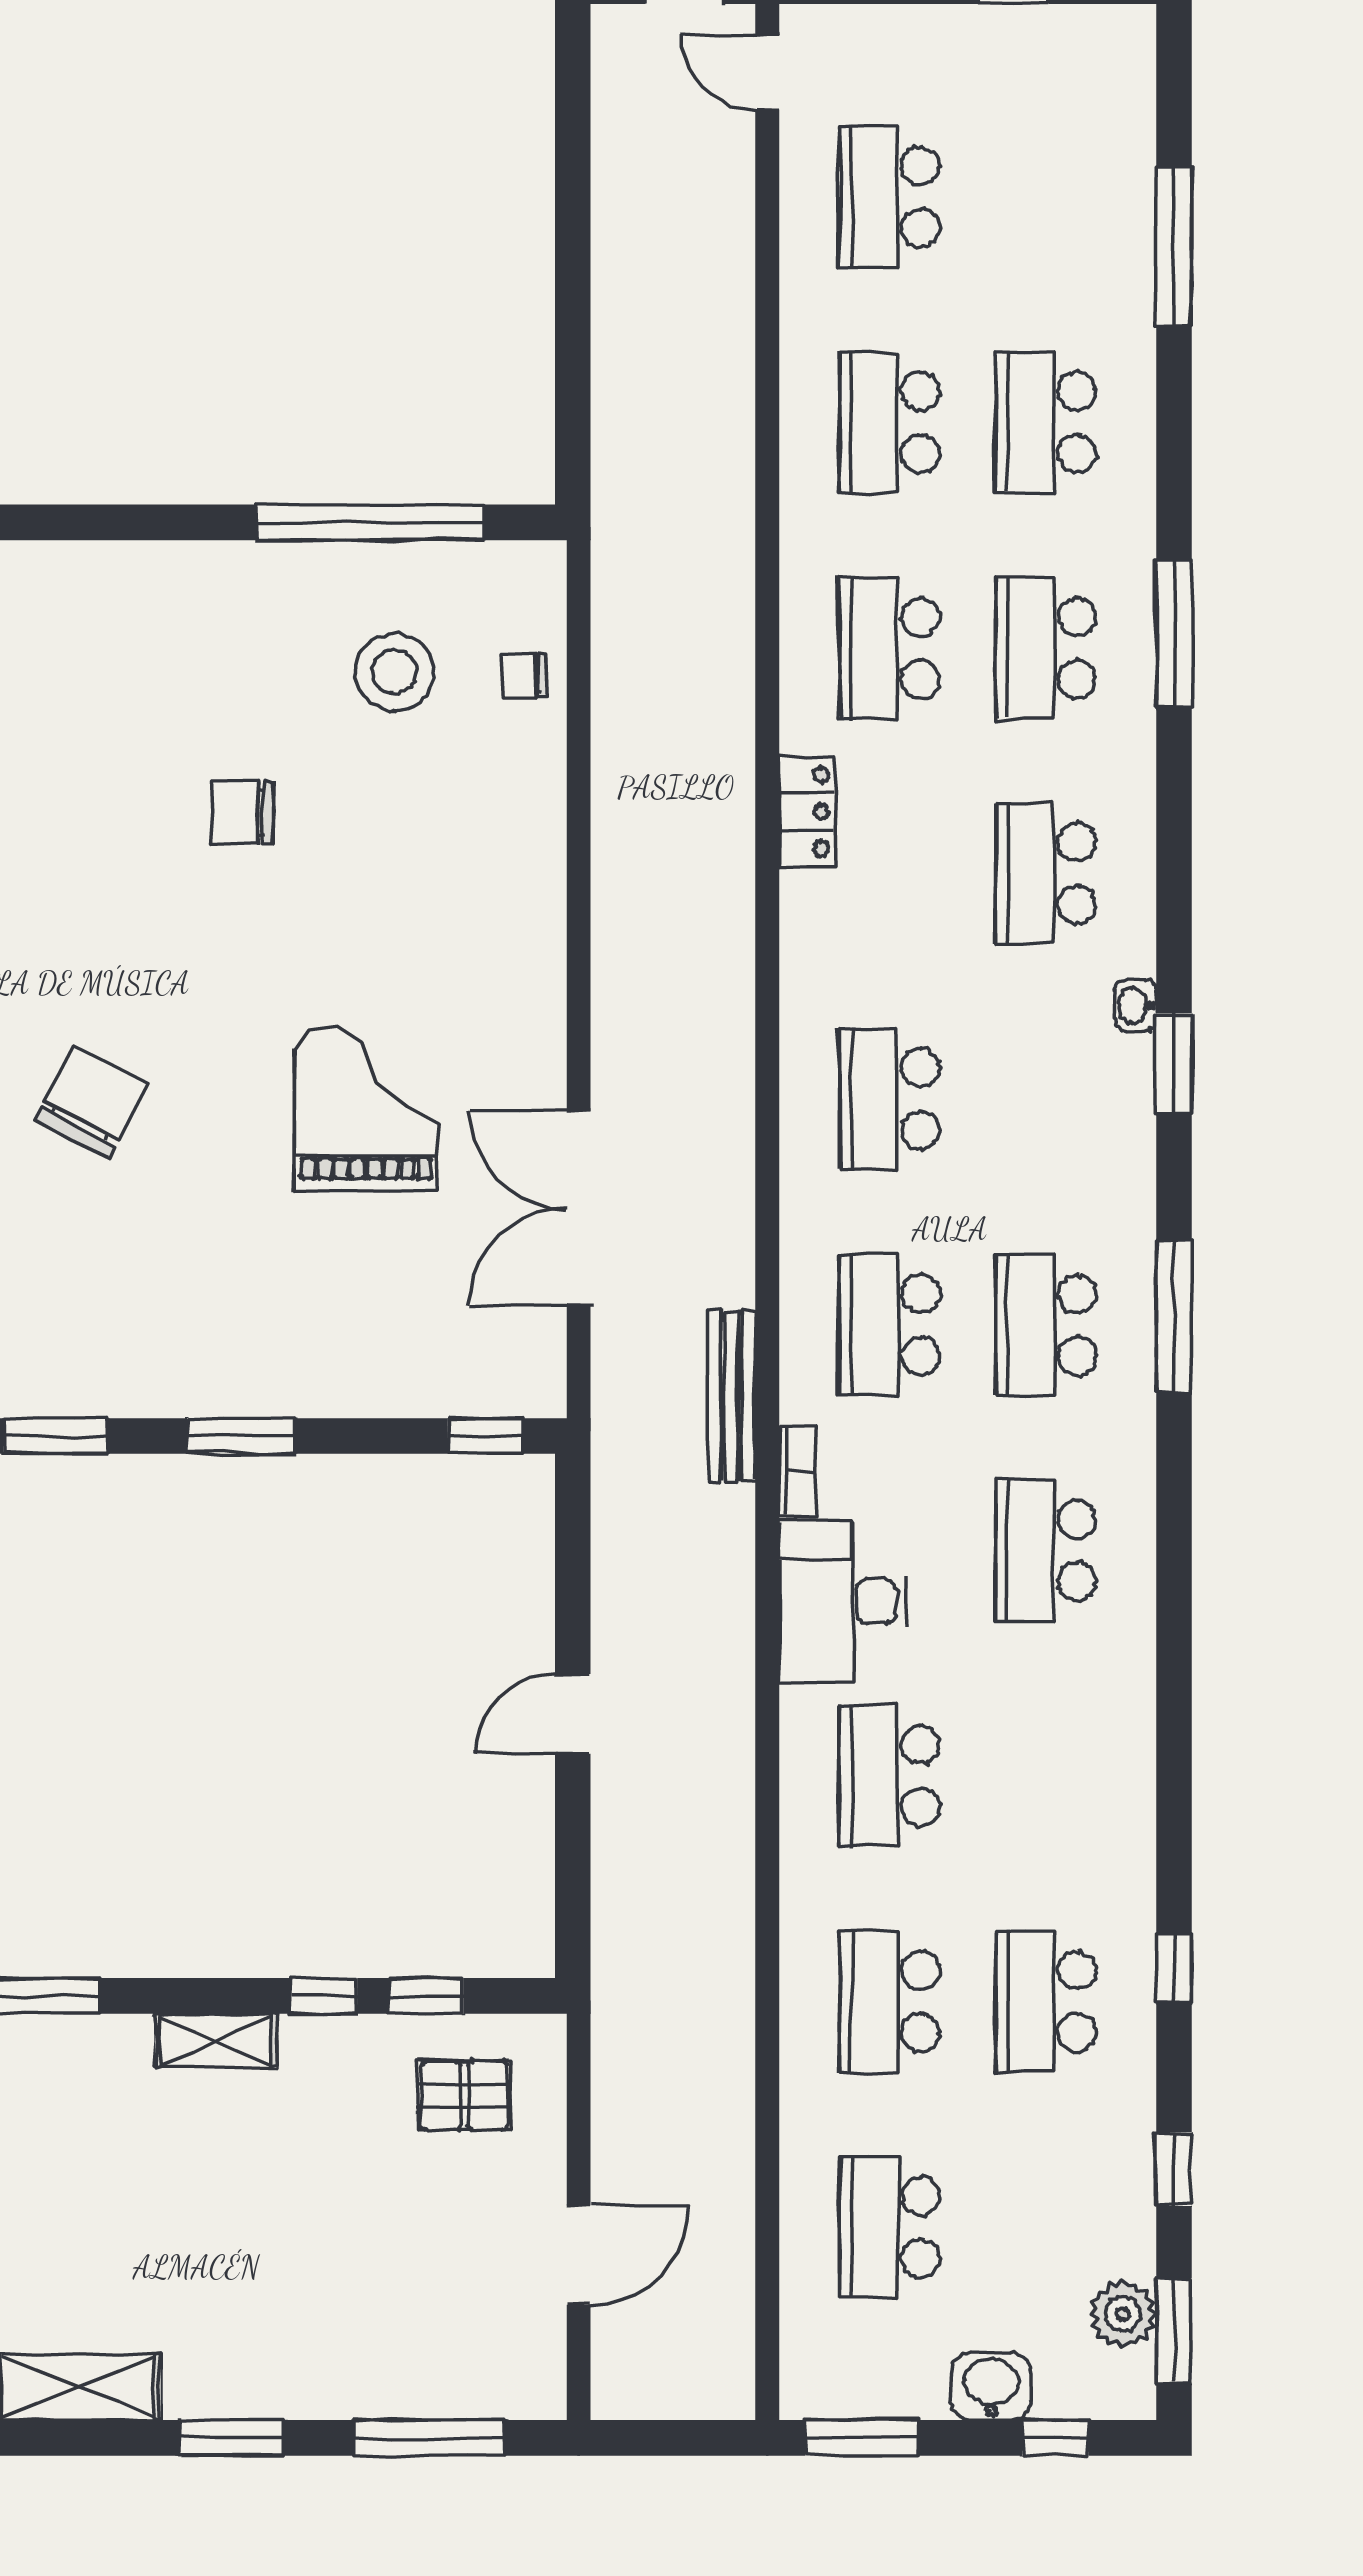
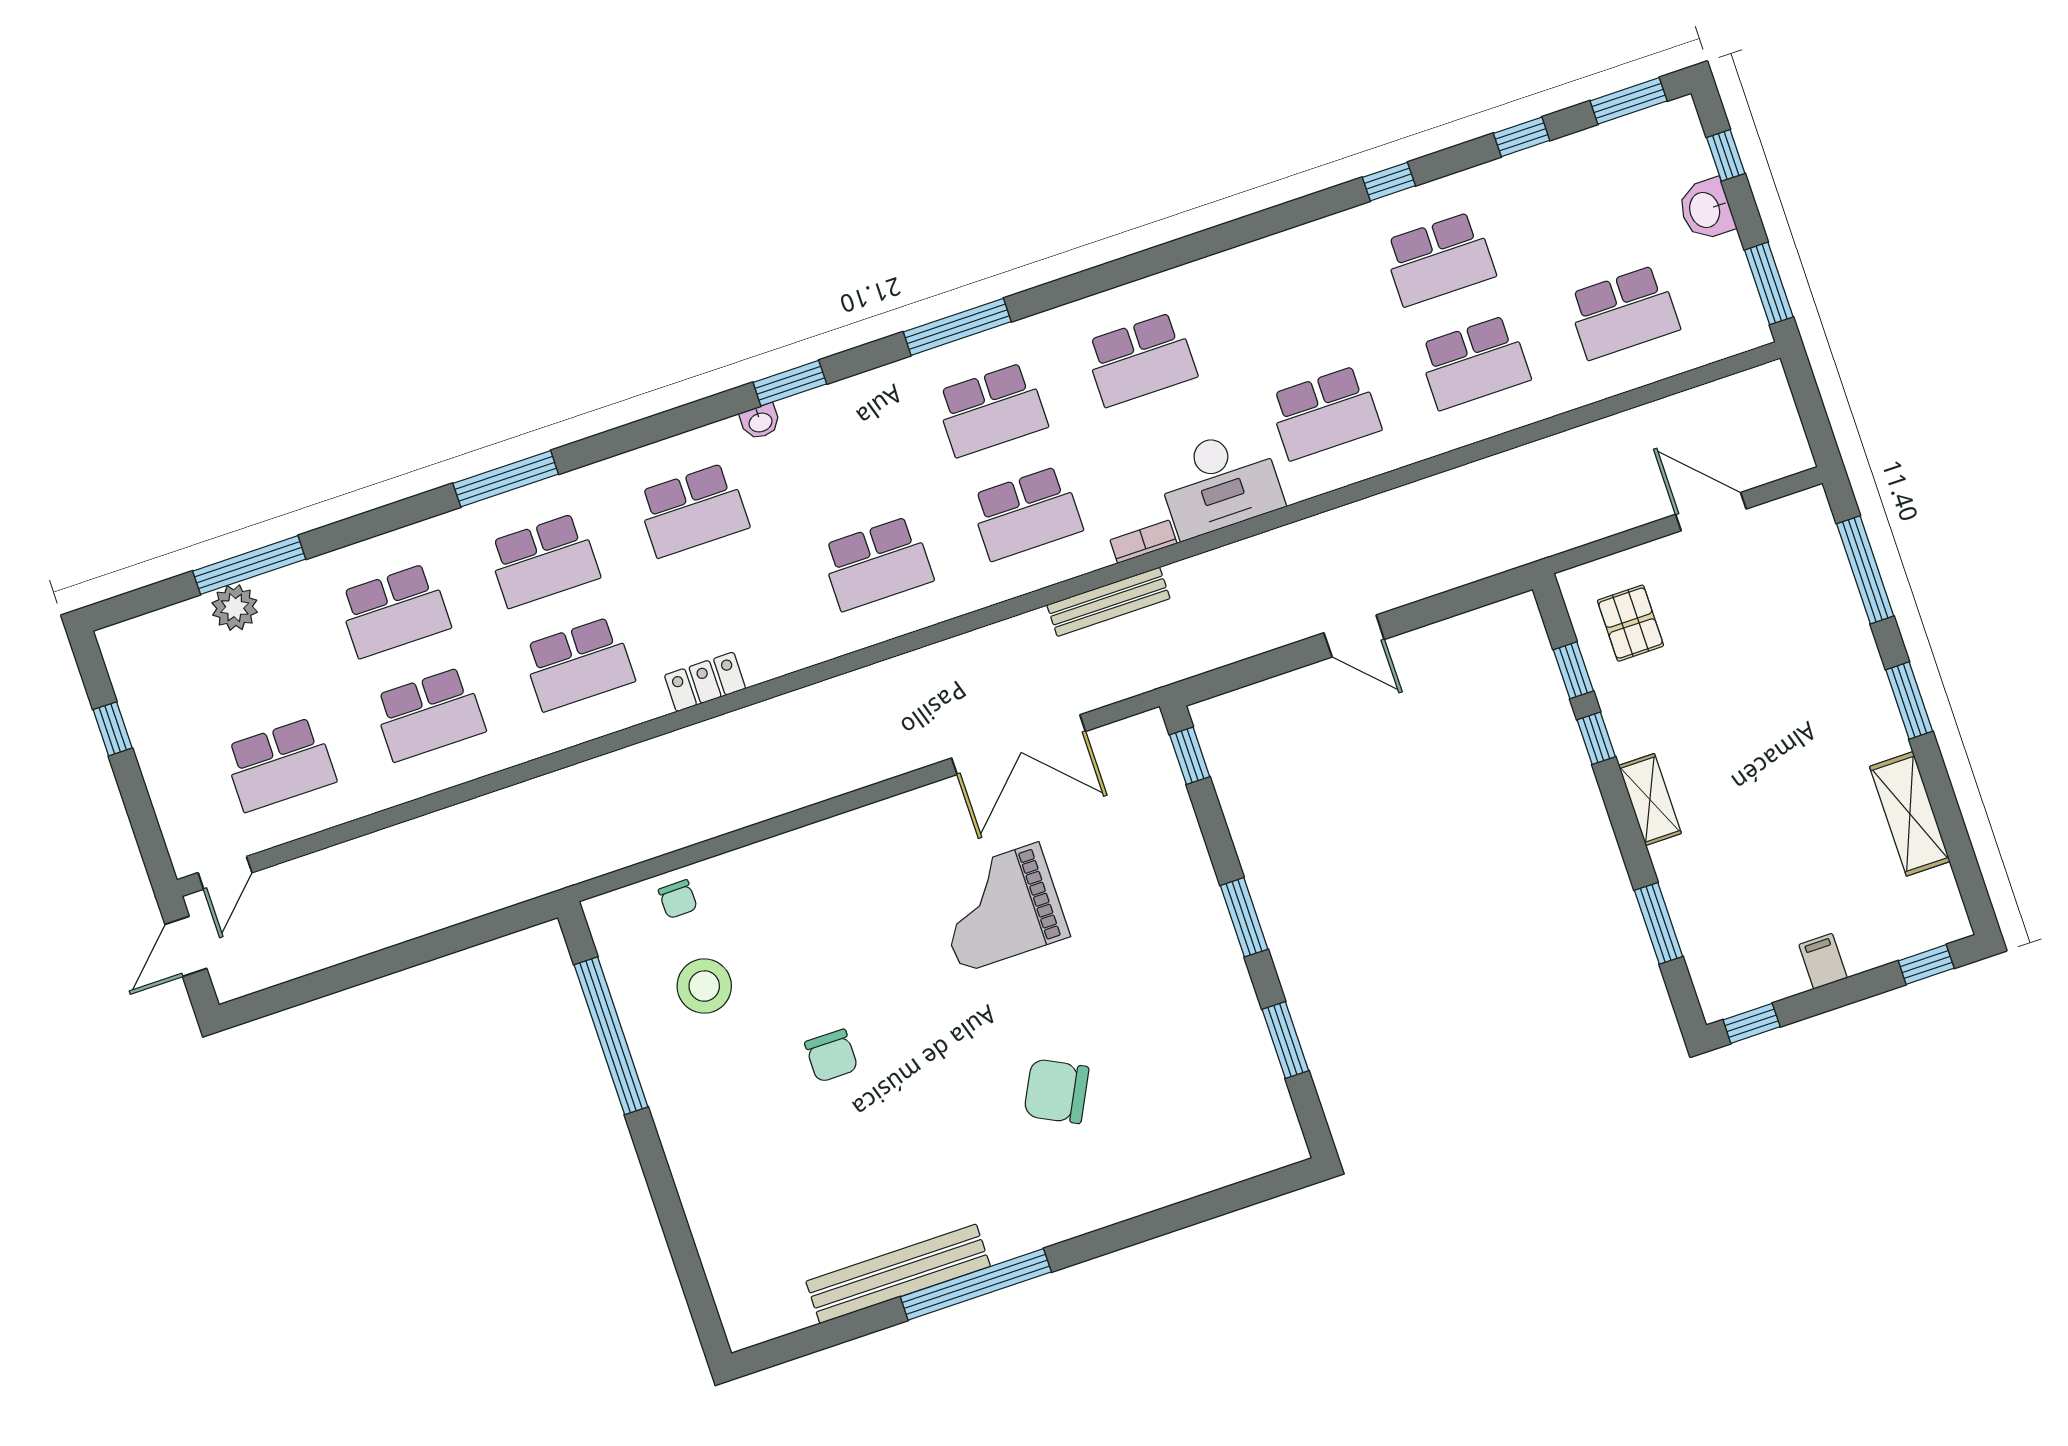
plant: (1123, 2314) -> (235, 608), moved

